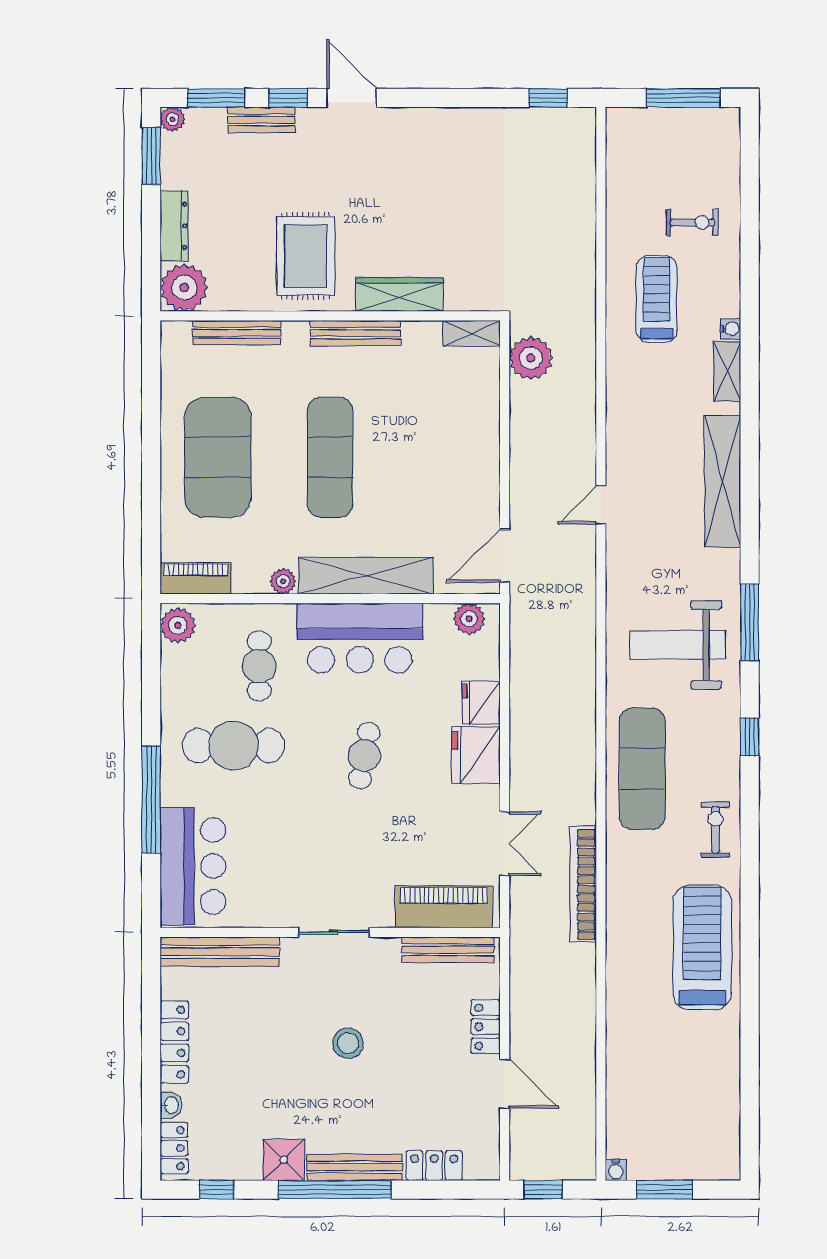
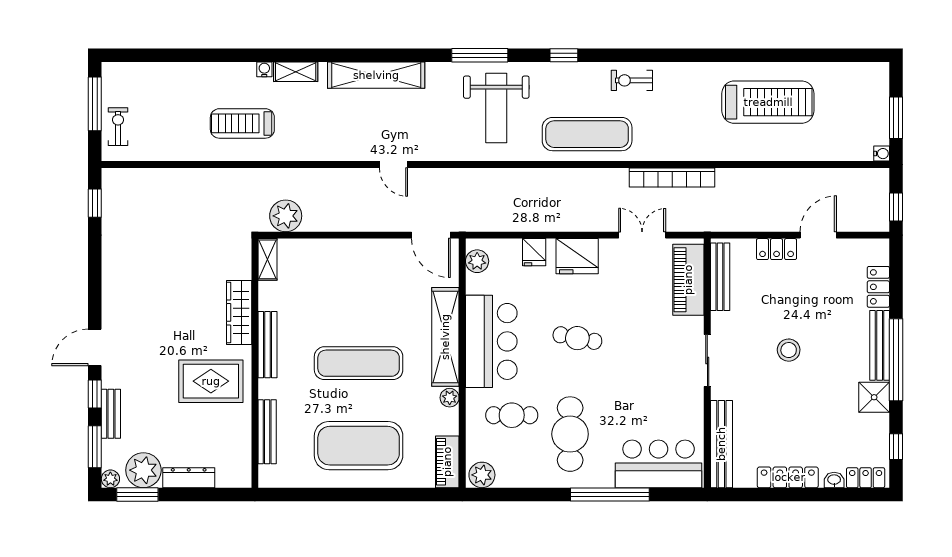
exercise bike: (692, 222) -> (118, 127), moved
plant: (184, 287) -> (143, 470), moved
fridge: (481, 702) -> (534, 252), width x0.72
treadmill: (702, 947) -> (768, 102), moved, turned 180

